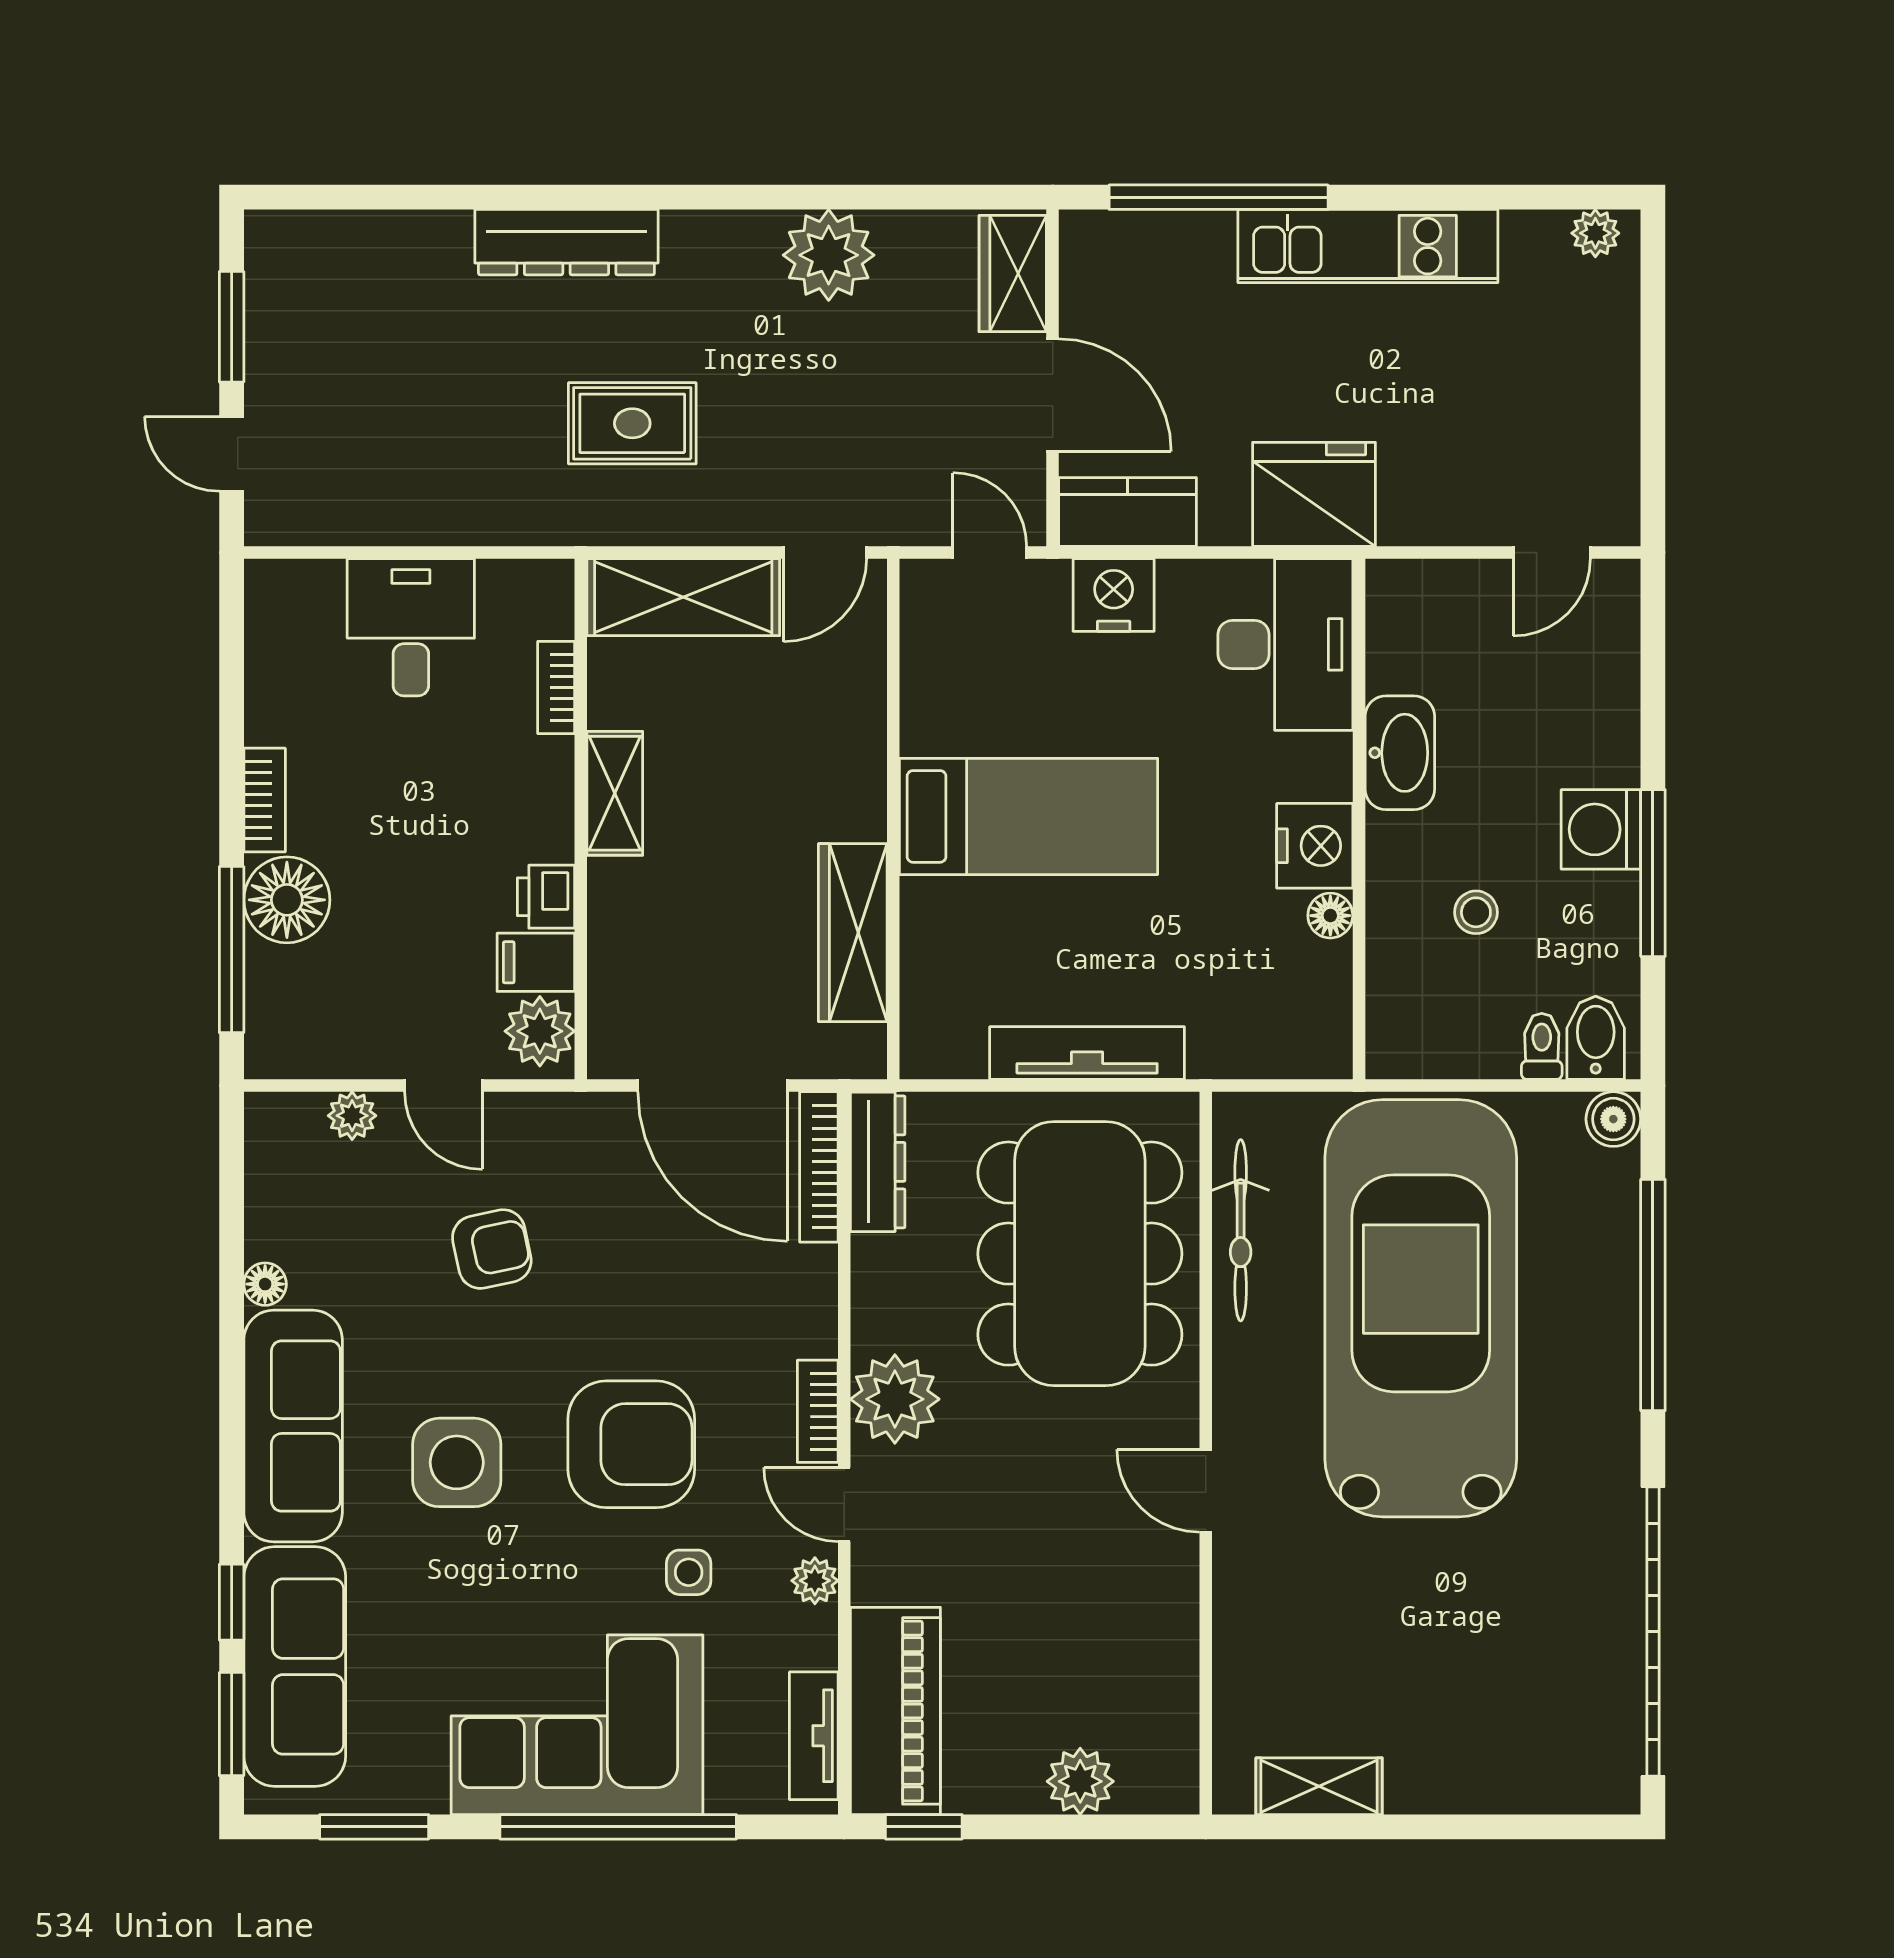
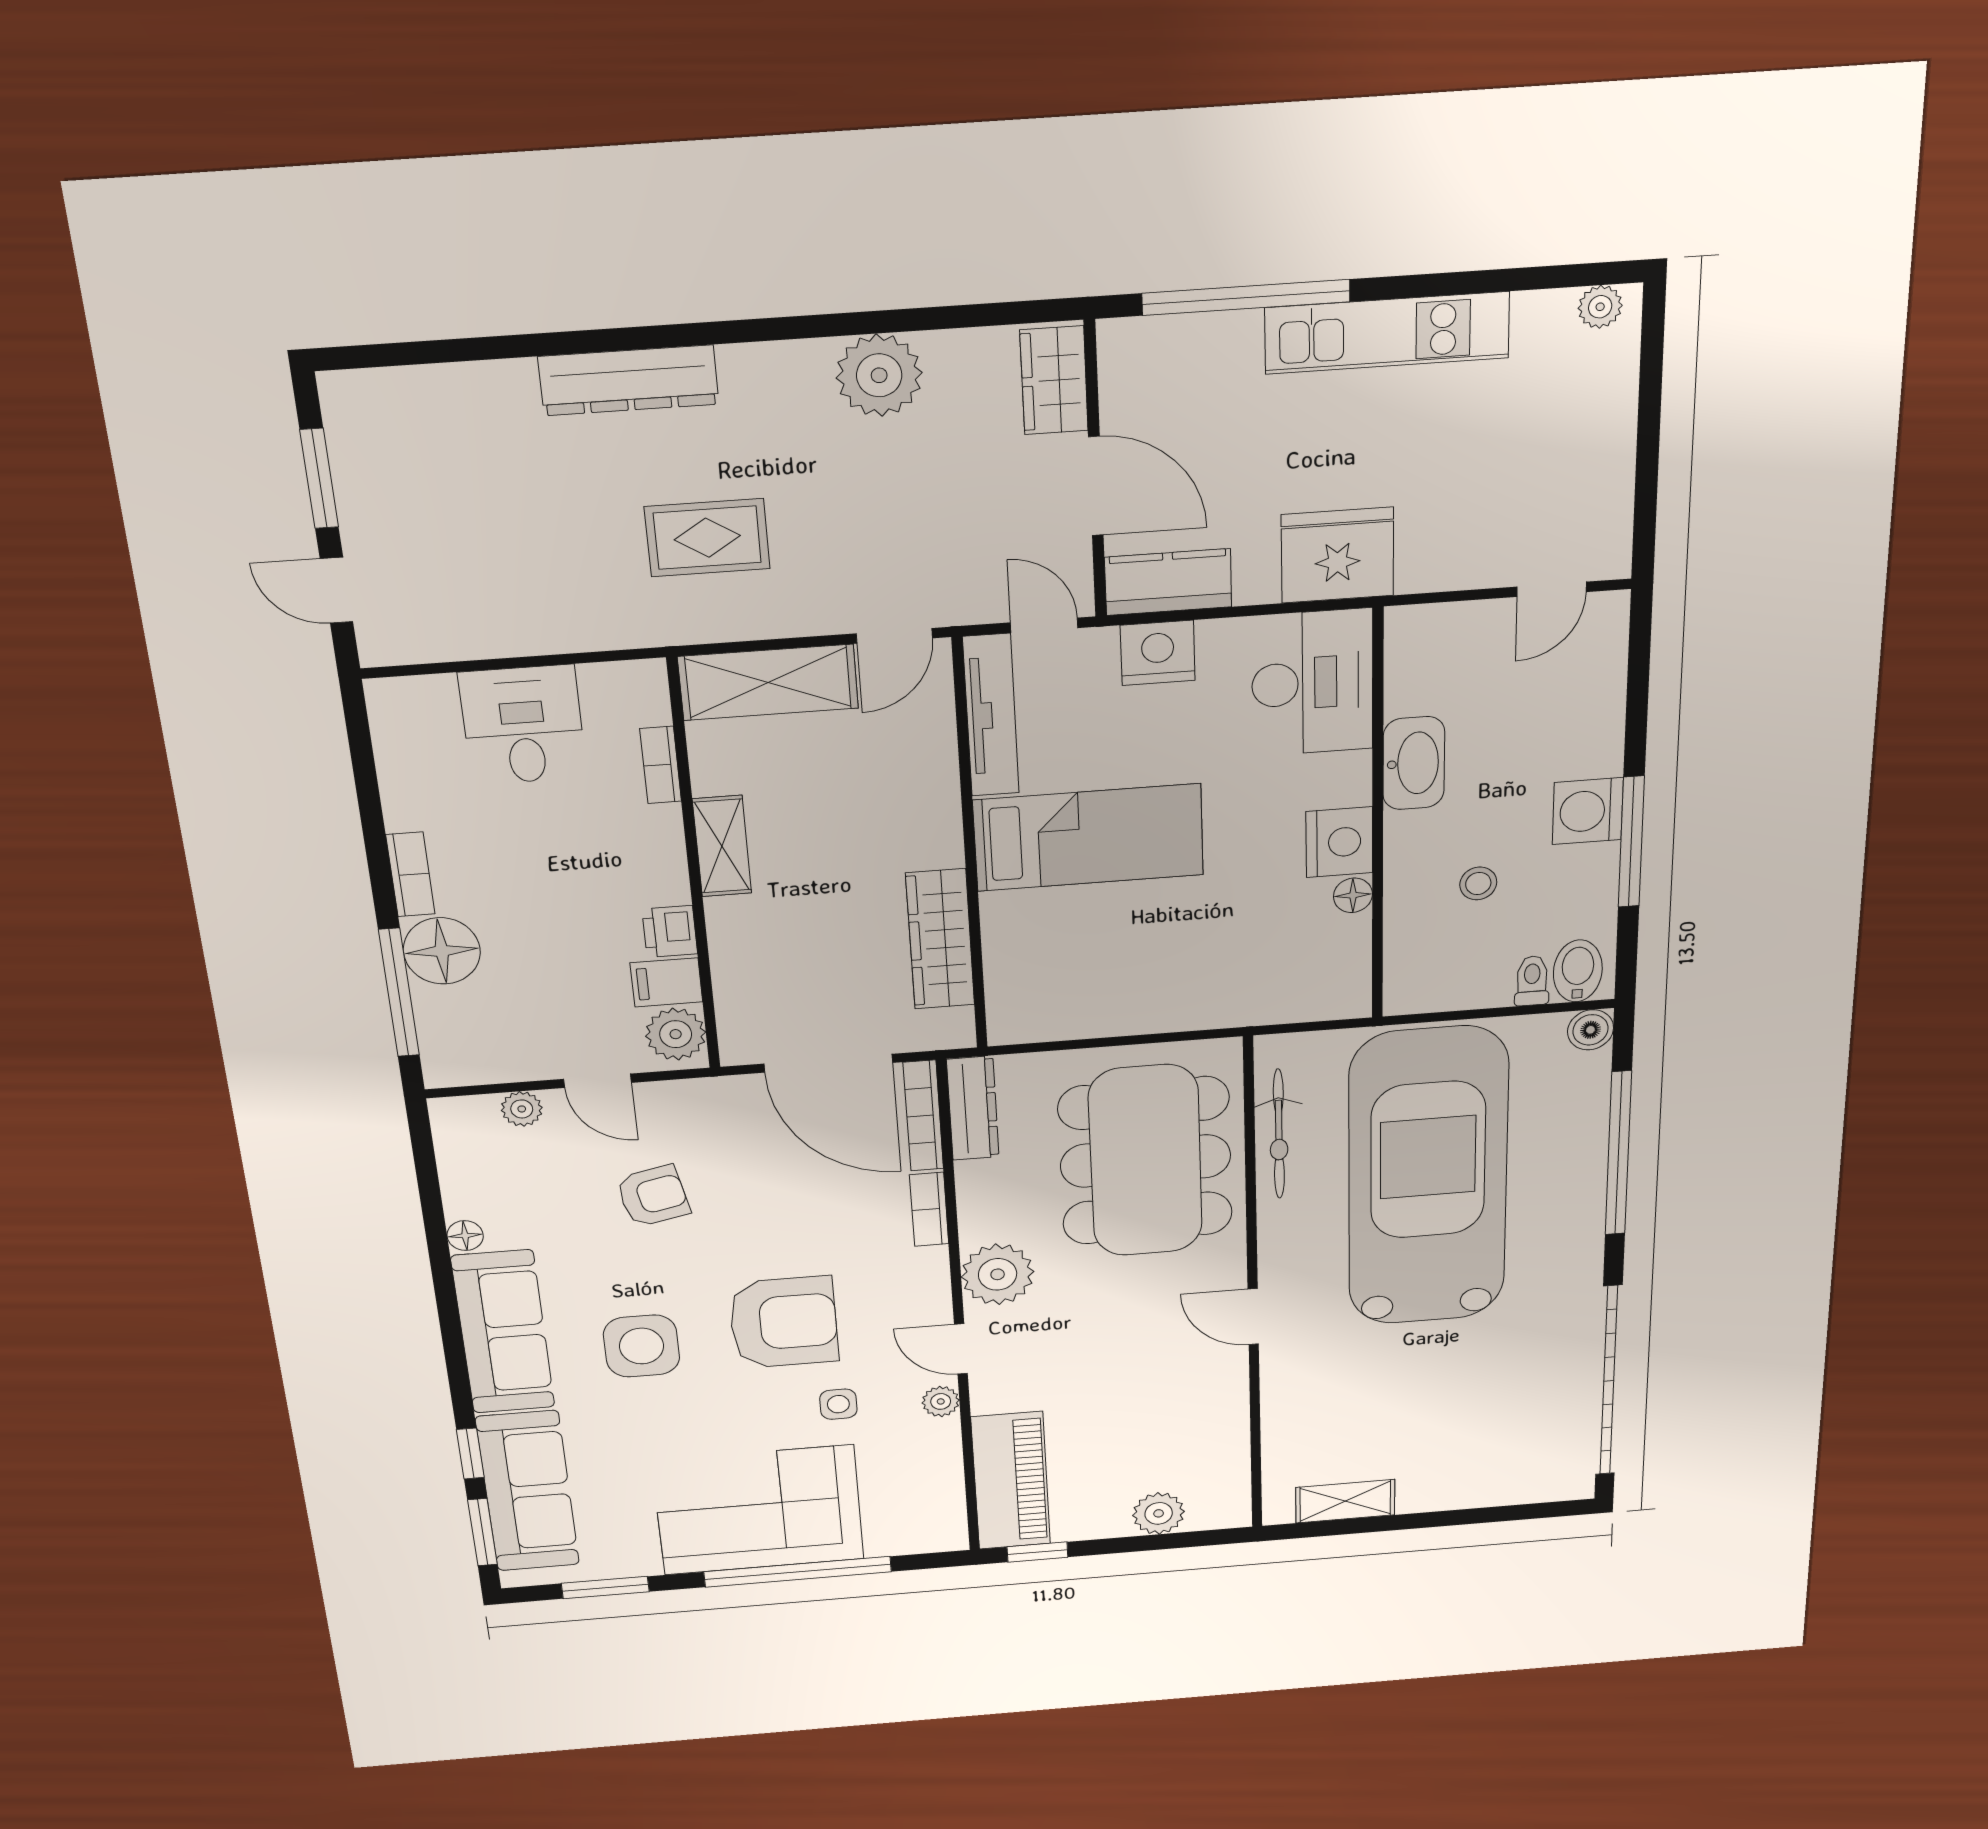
tv unit: (1087, 1053) -> (991, 715), moved, turned 90
bookcase: (818, 1411) -> (929, 1209), moved
tv unit: (814, 1736) -> (947, 1502), removed

